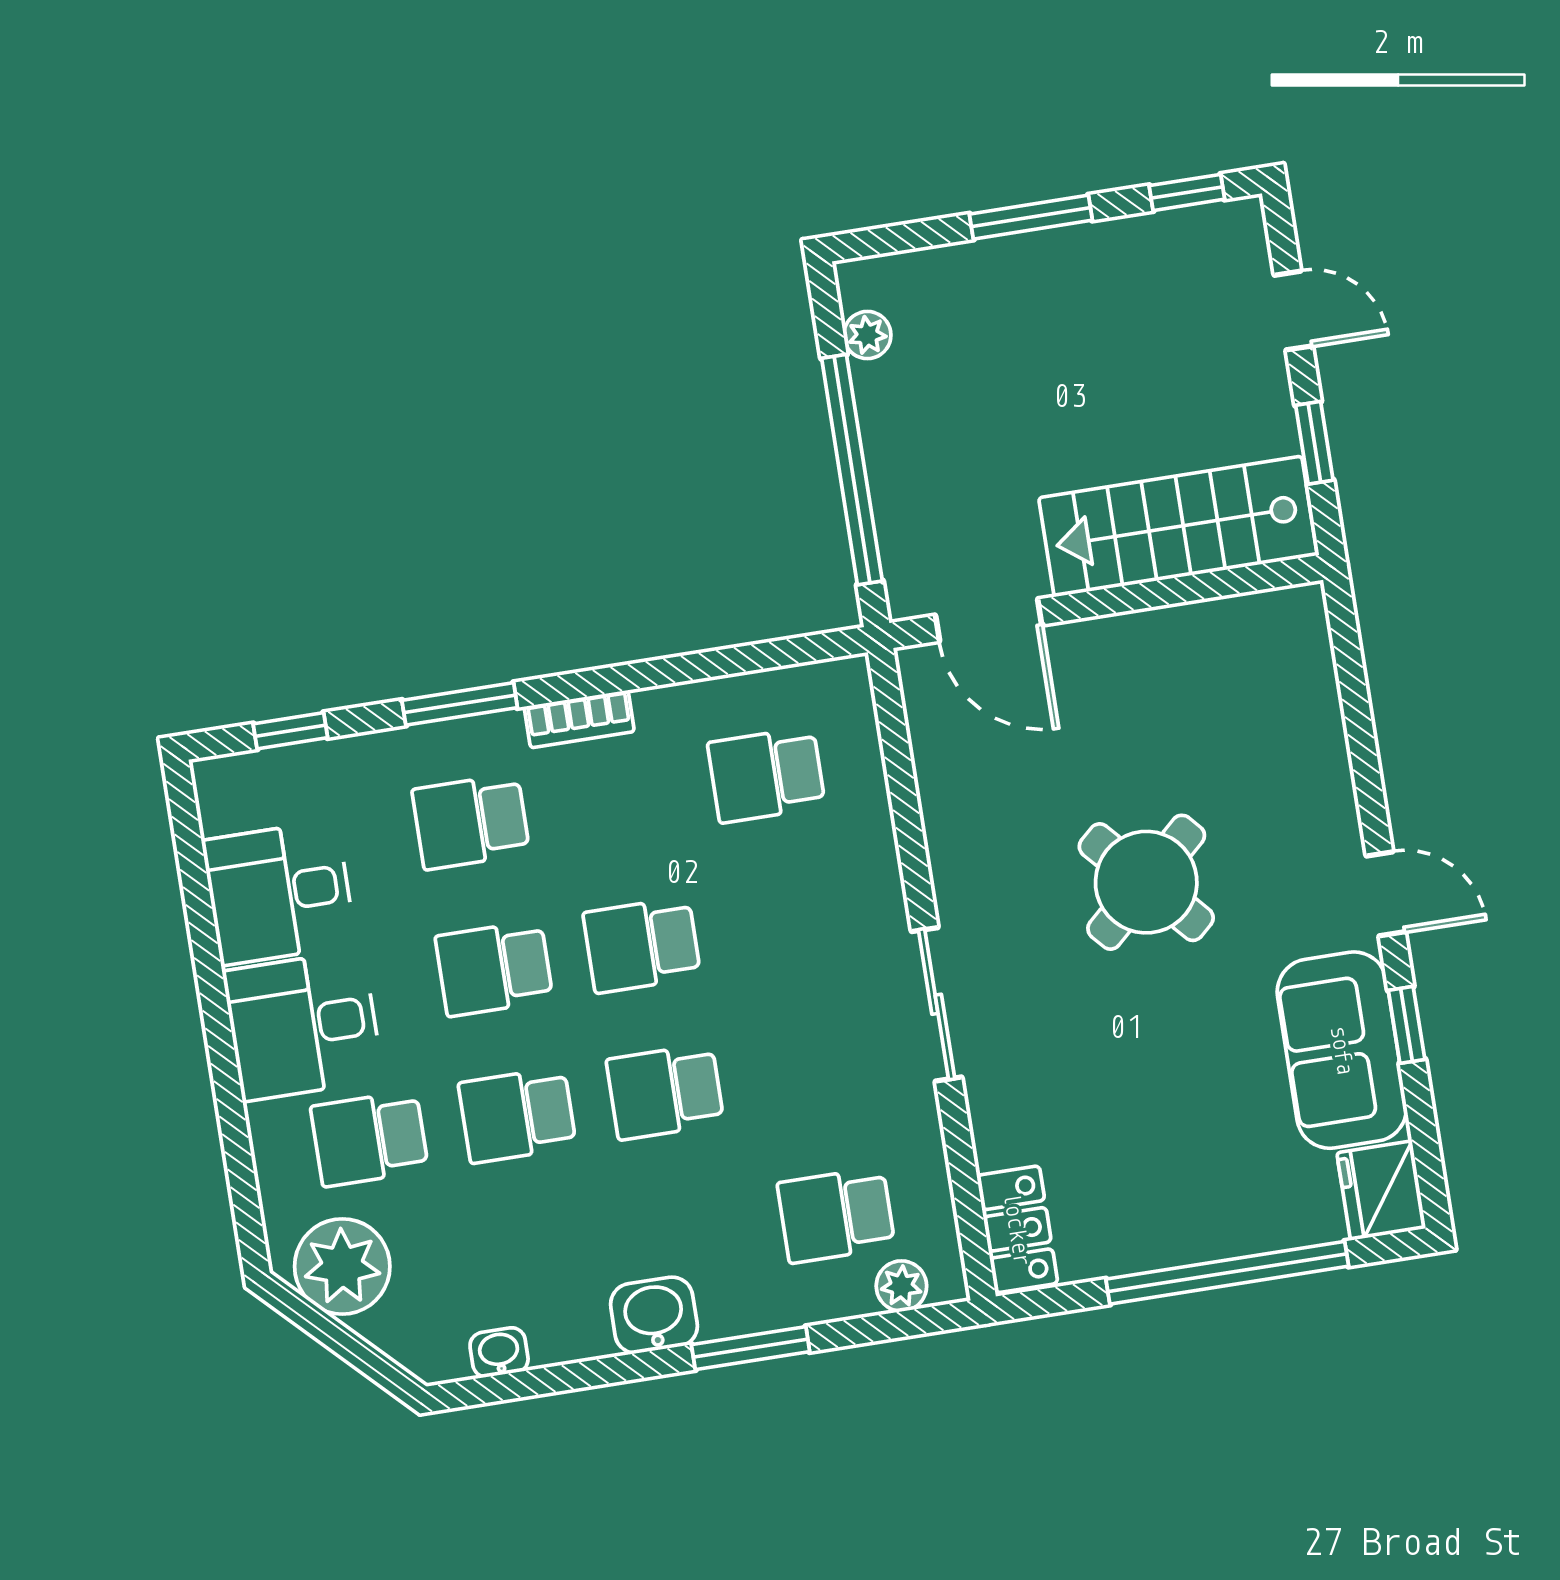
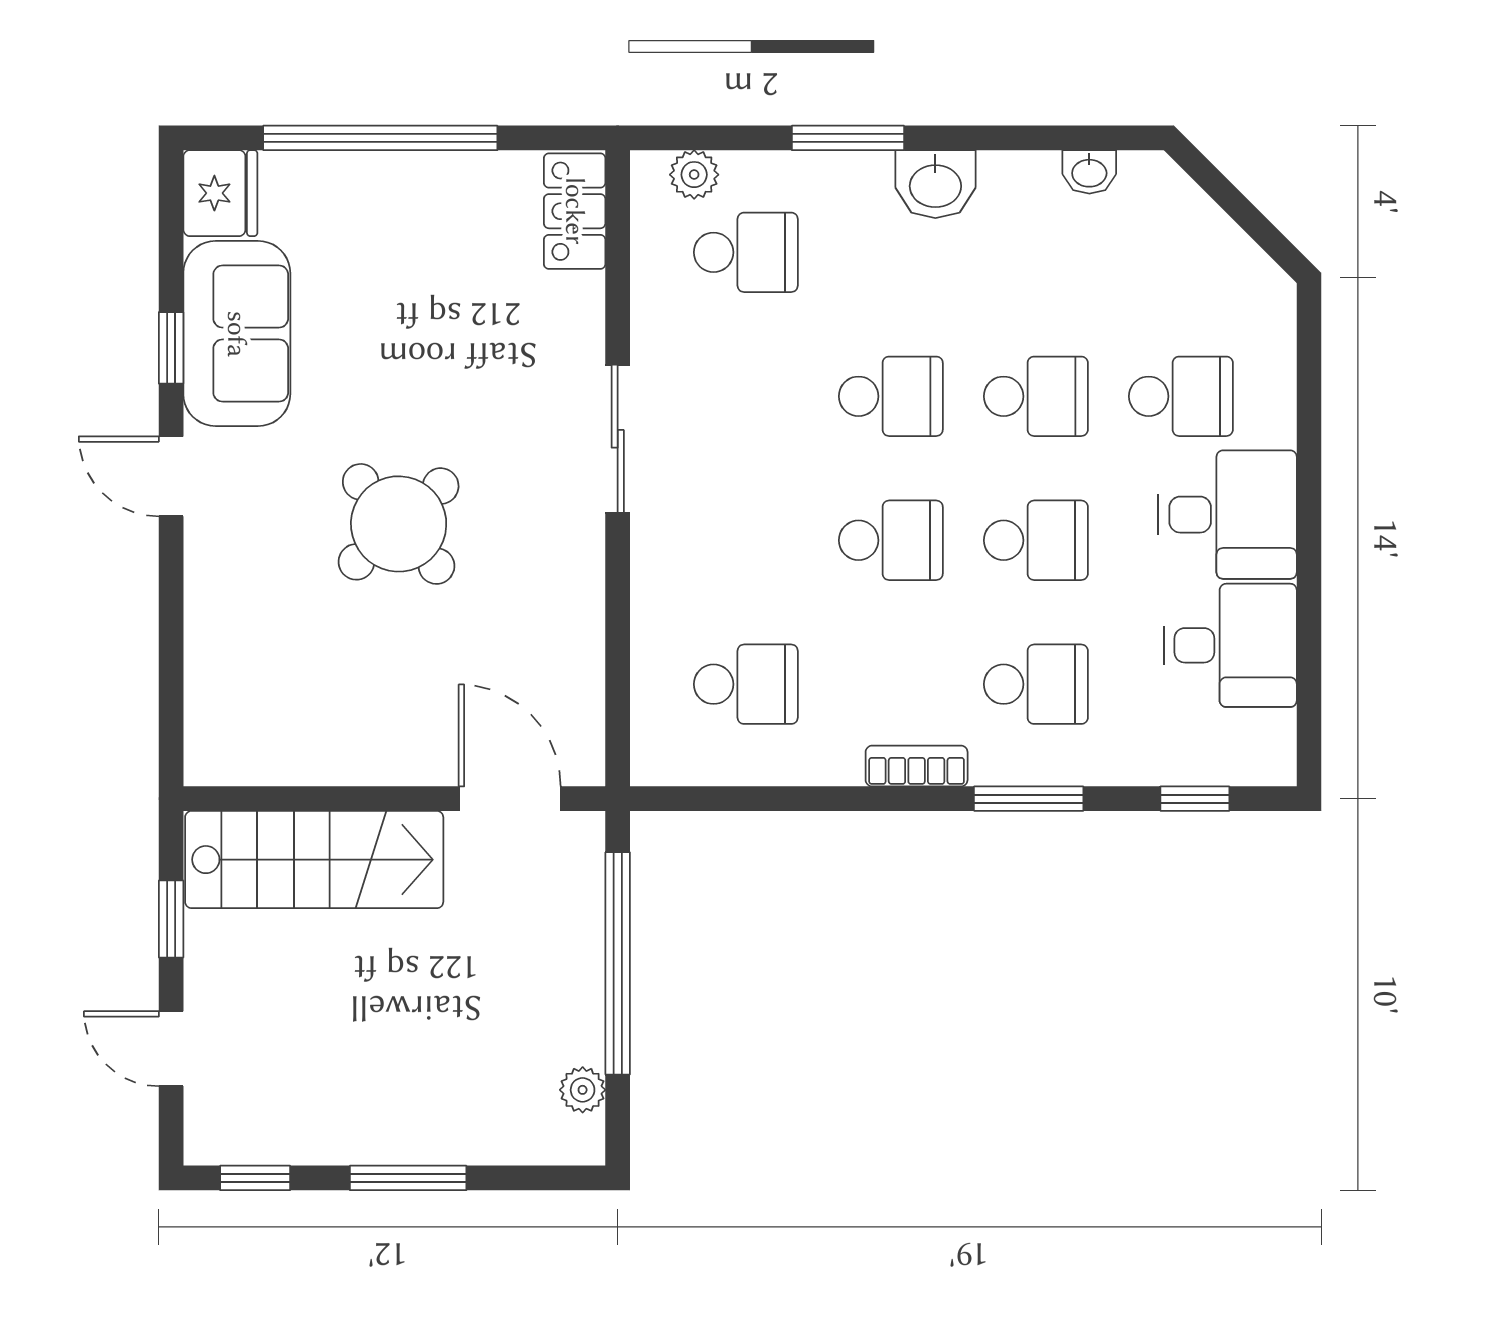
plant: (342, 1266) -> (1226, 278), removed

